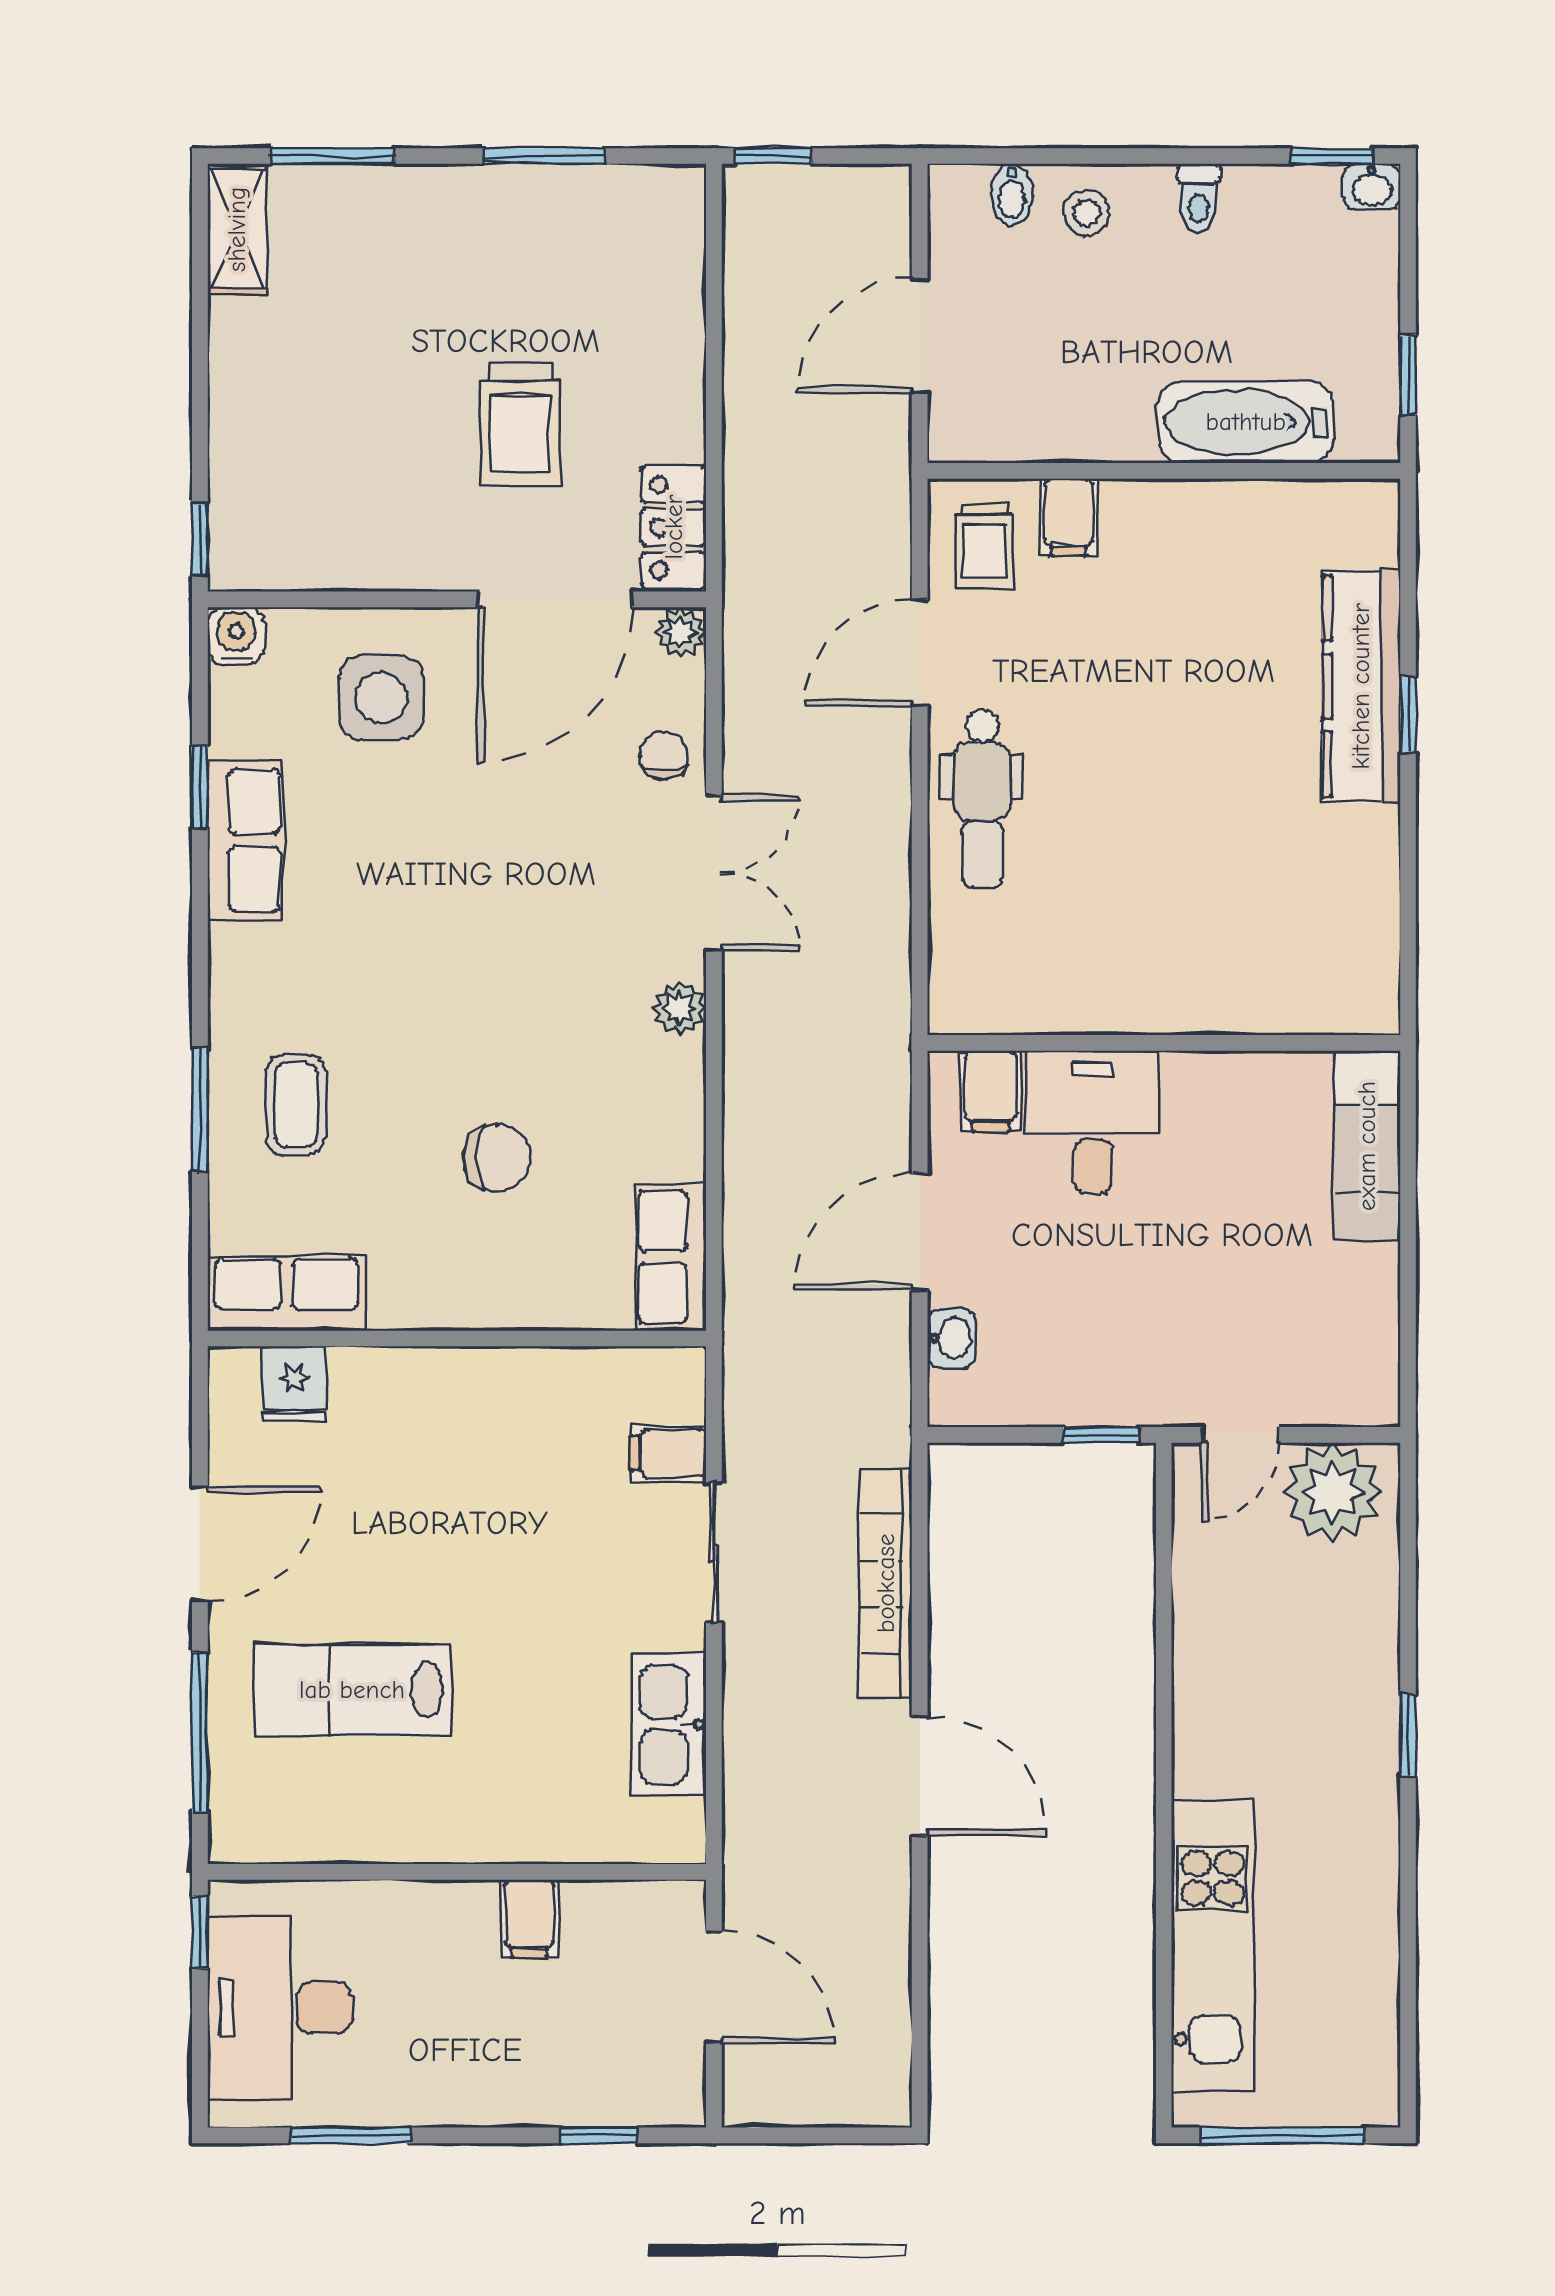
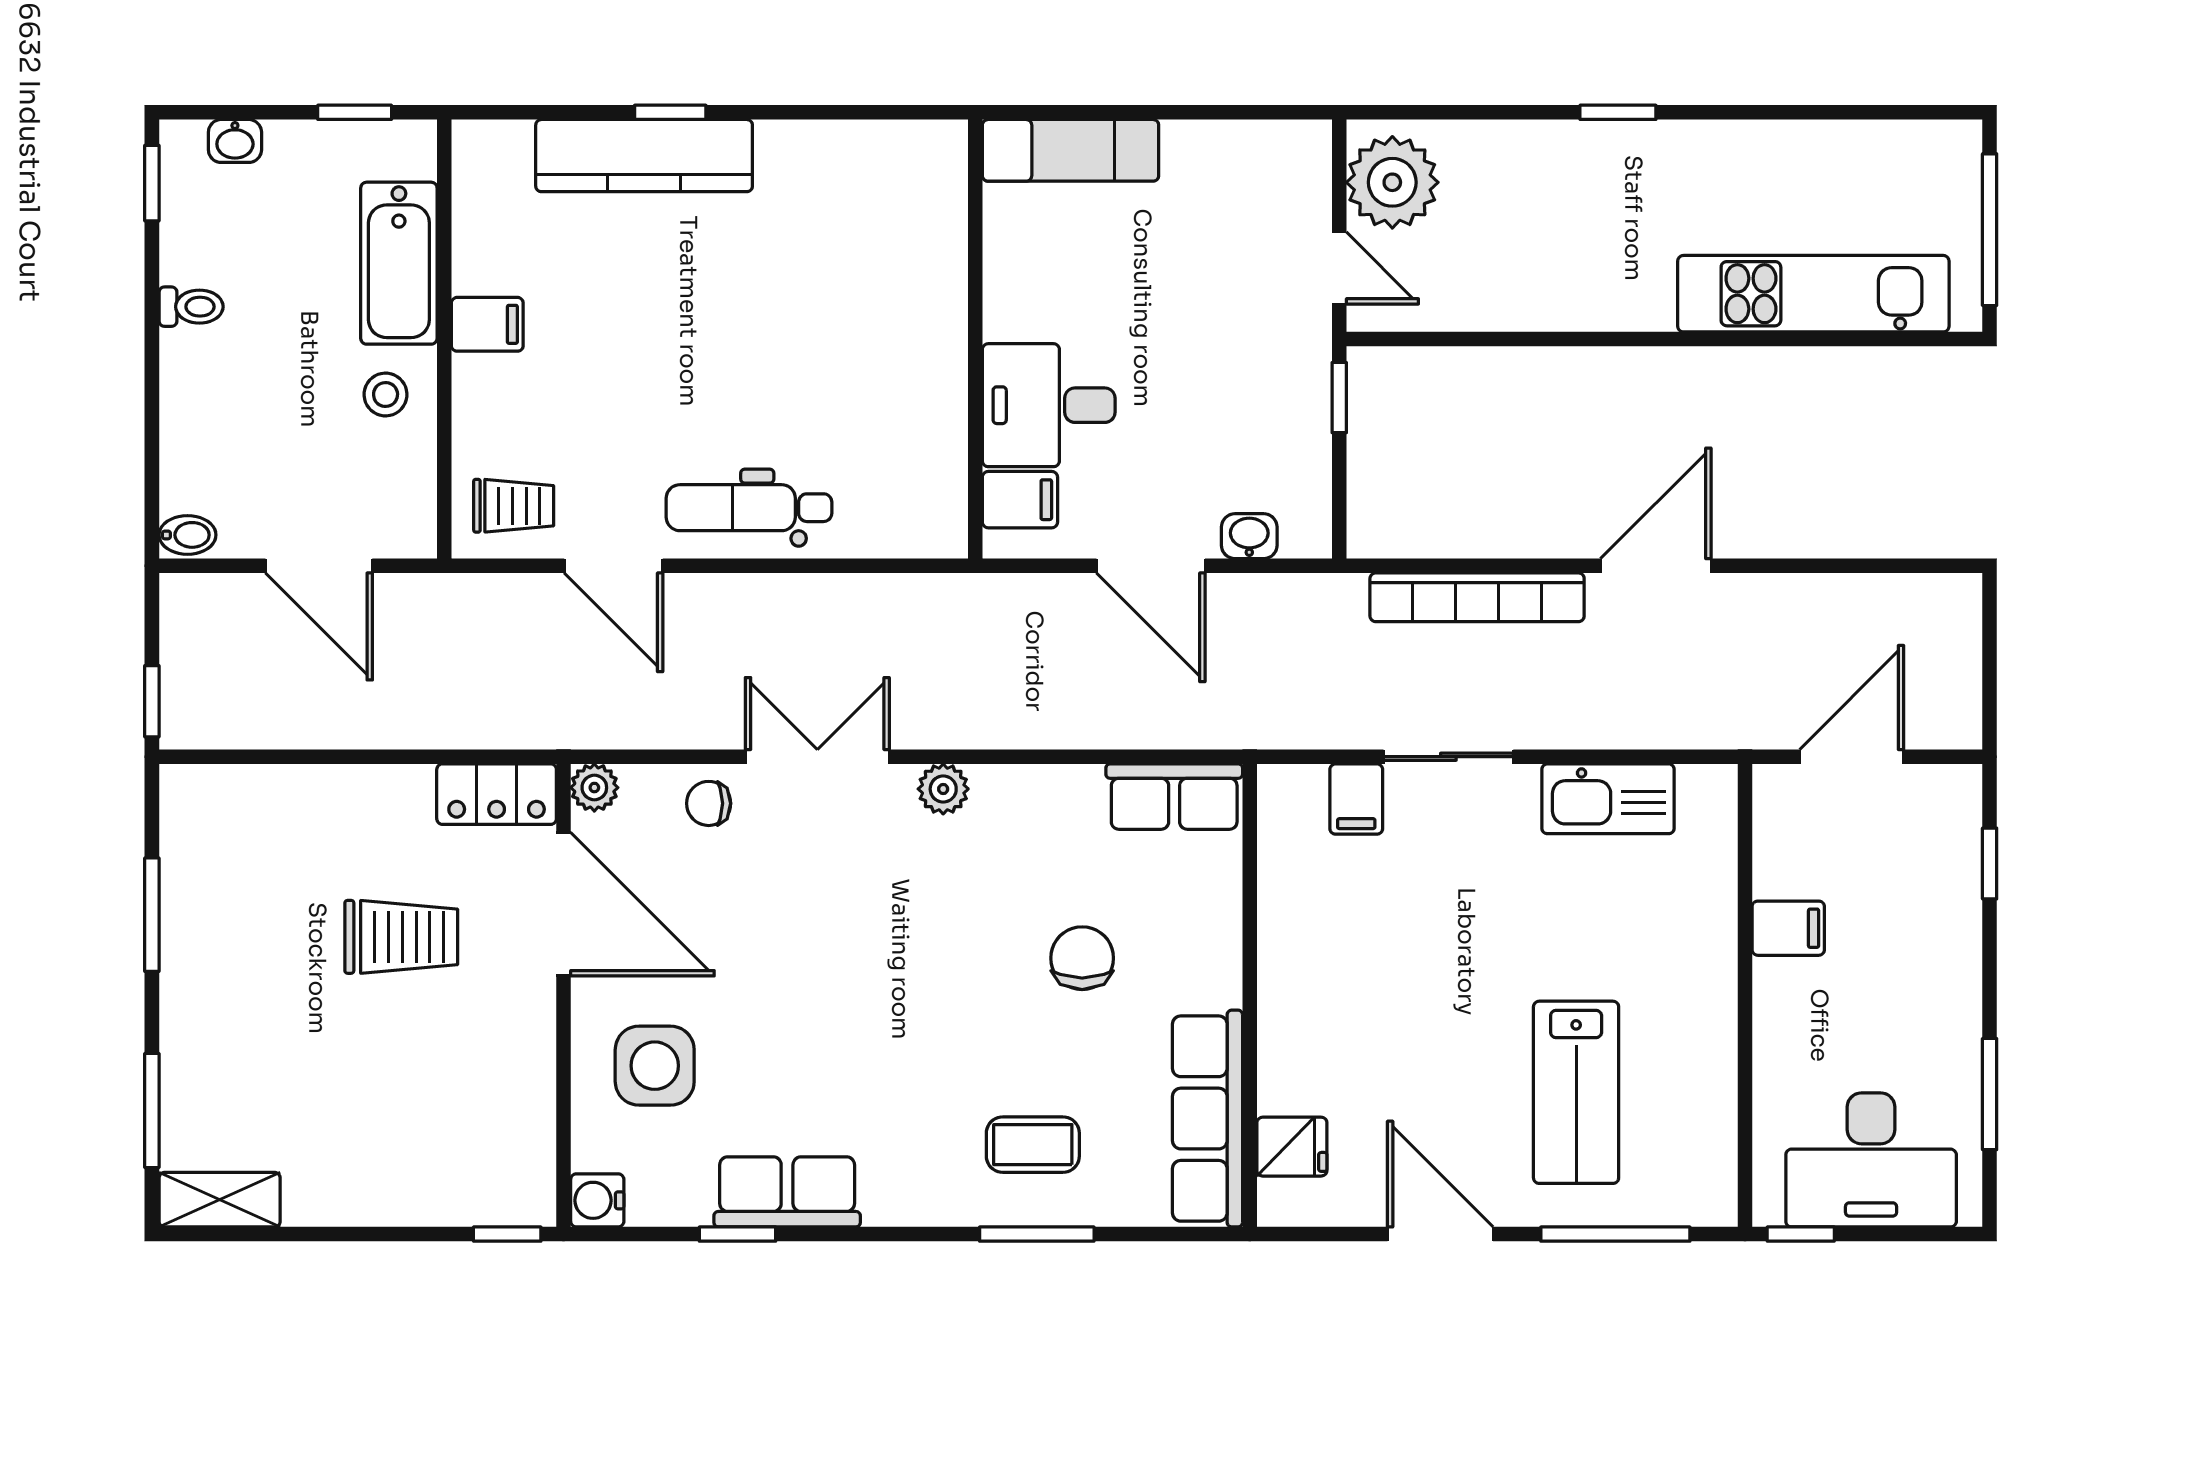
washbasin: (1372, 187) -> (235, 141), moved, turned 90
bidet: (1012, 194) -> (187, 535), moved
stool: (1086, 213) -> (386, 394), moved
filing cabinet: (1069, 517) -> (487, 324), moved
dental chair: (982, 799) -> (749, 508), turned 180
row of seats: (286, 1293) -> (1207, 1119), width x1.48

